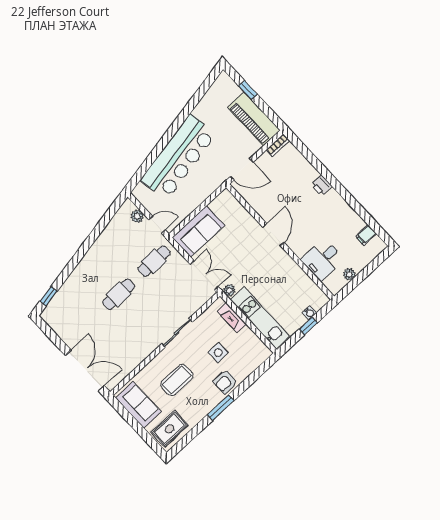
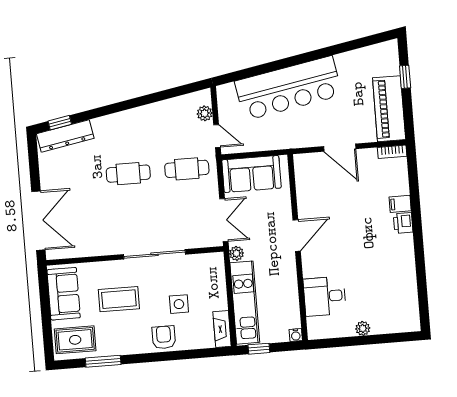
door: (273, 235) -> (297, 236), moved
filing cabinet: (366, 235) -> (400, 204), moved
wall: (280, 242) -> (298, 247), moved
desk: (323, 260) -> (325, 296), moved
dresser: (59, 302) -> (65, 136), added
fireplace: (232, 318) -> (222, 329), moved
window: (308, 326) -> (259, 349), moved
sliding door: (177, 333) -> (155, 254), width x1.37
armchair: (225, 382) -> (164, 337), turned 90
window: (221, 408) -> (103, 361), moved

